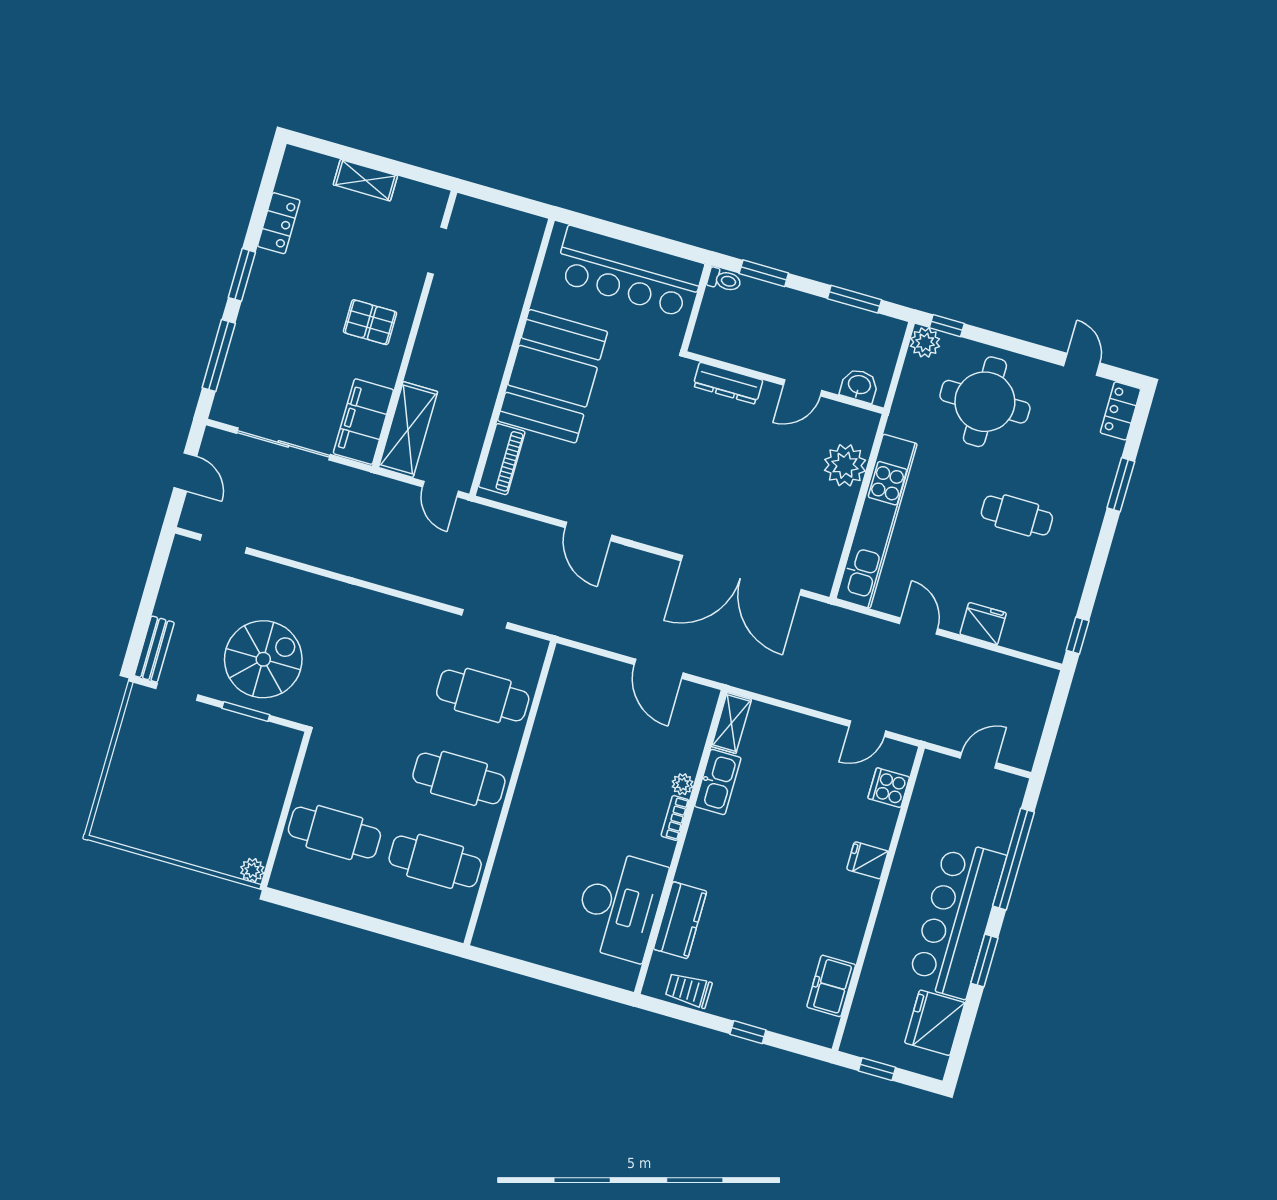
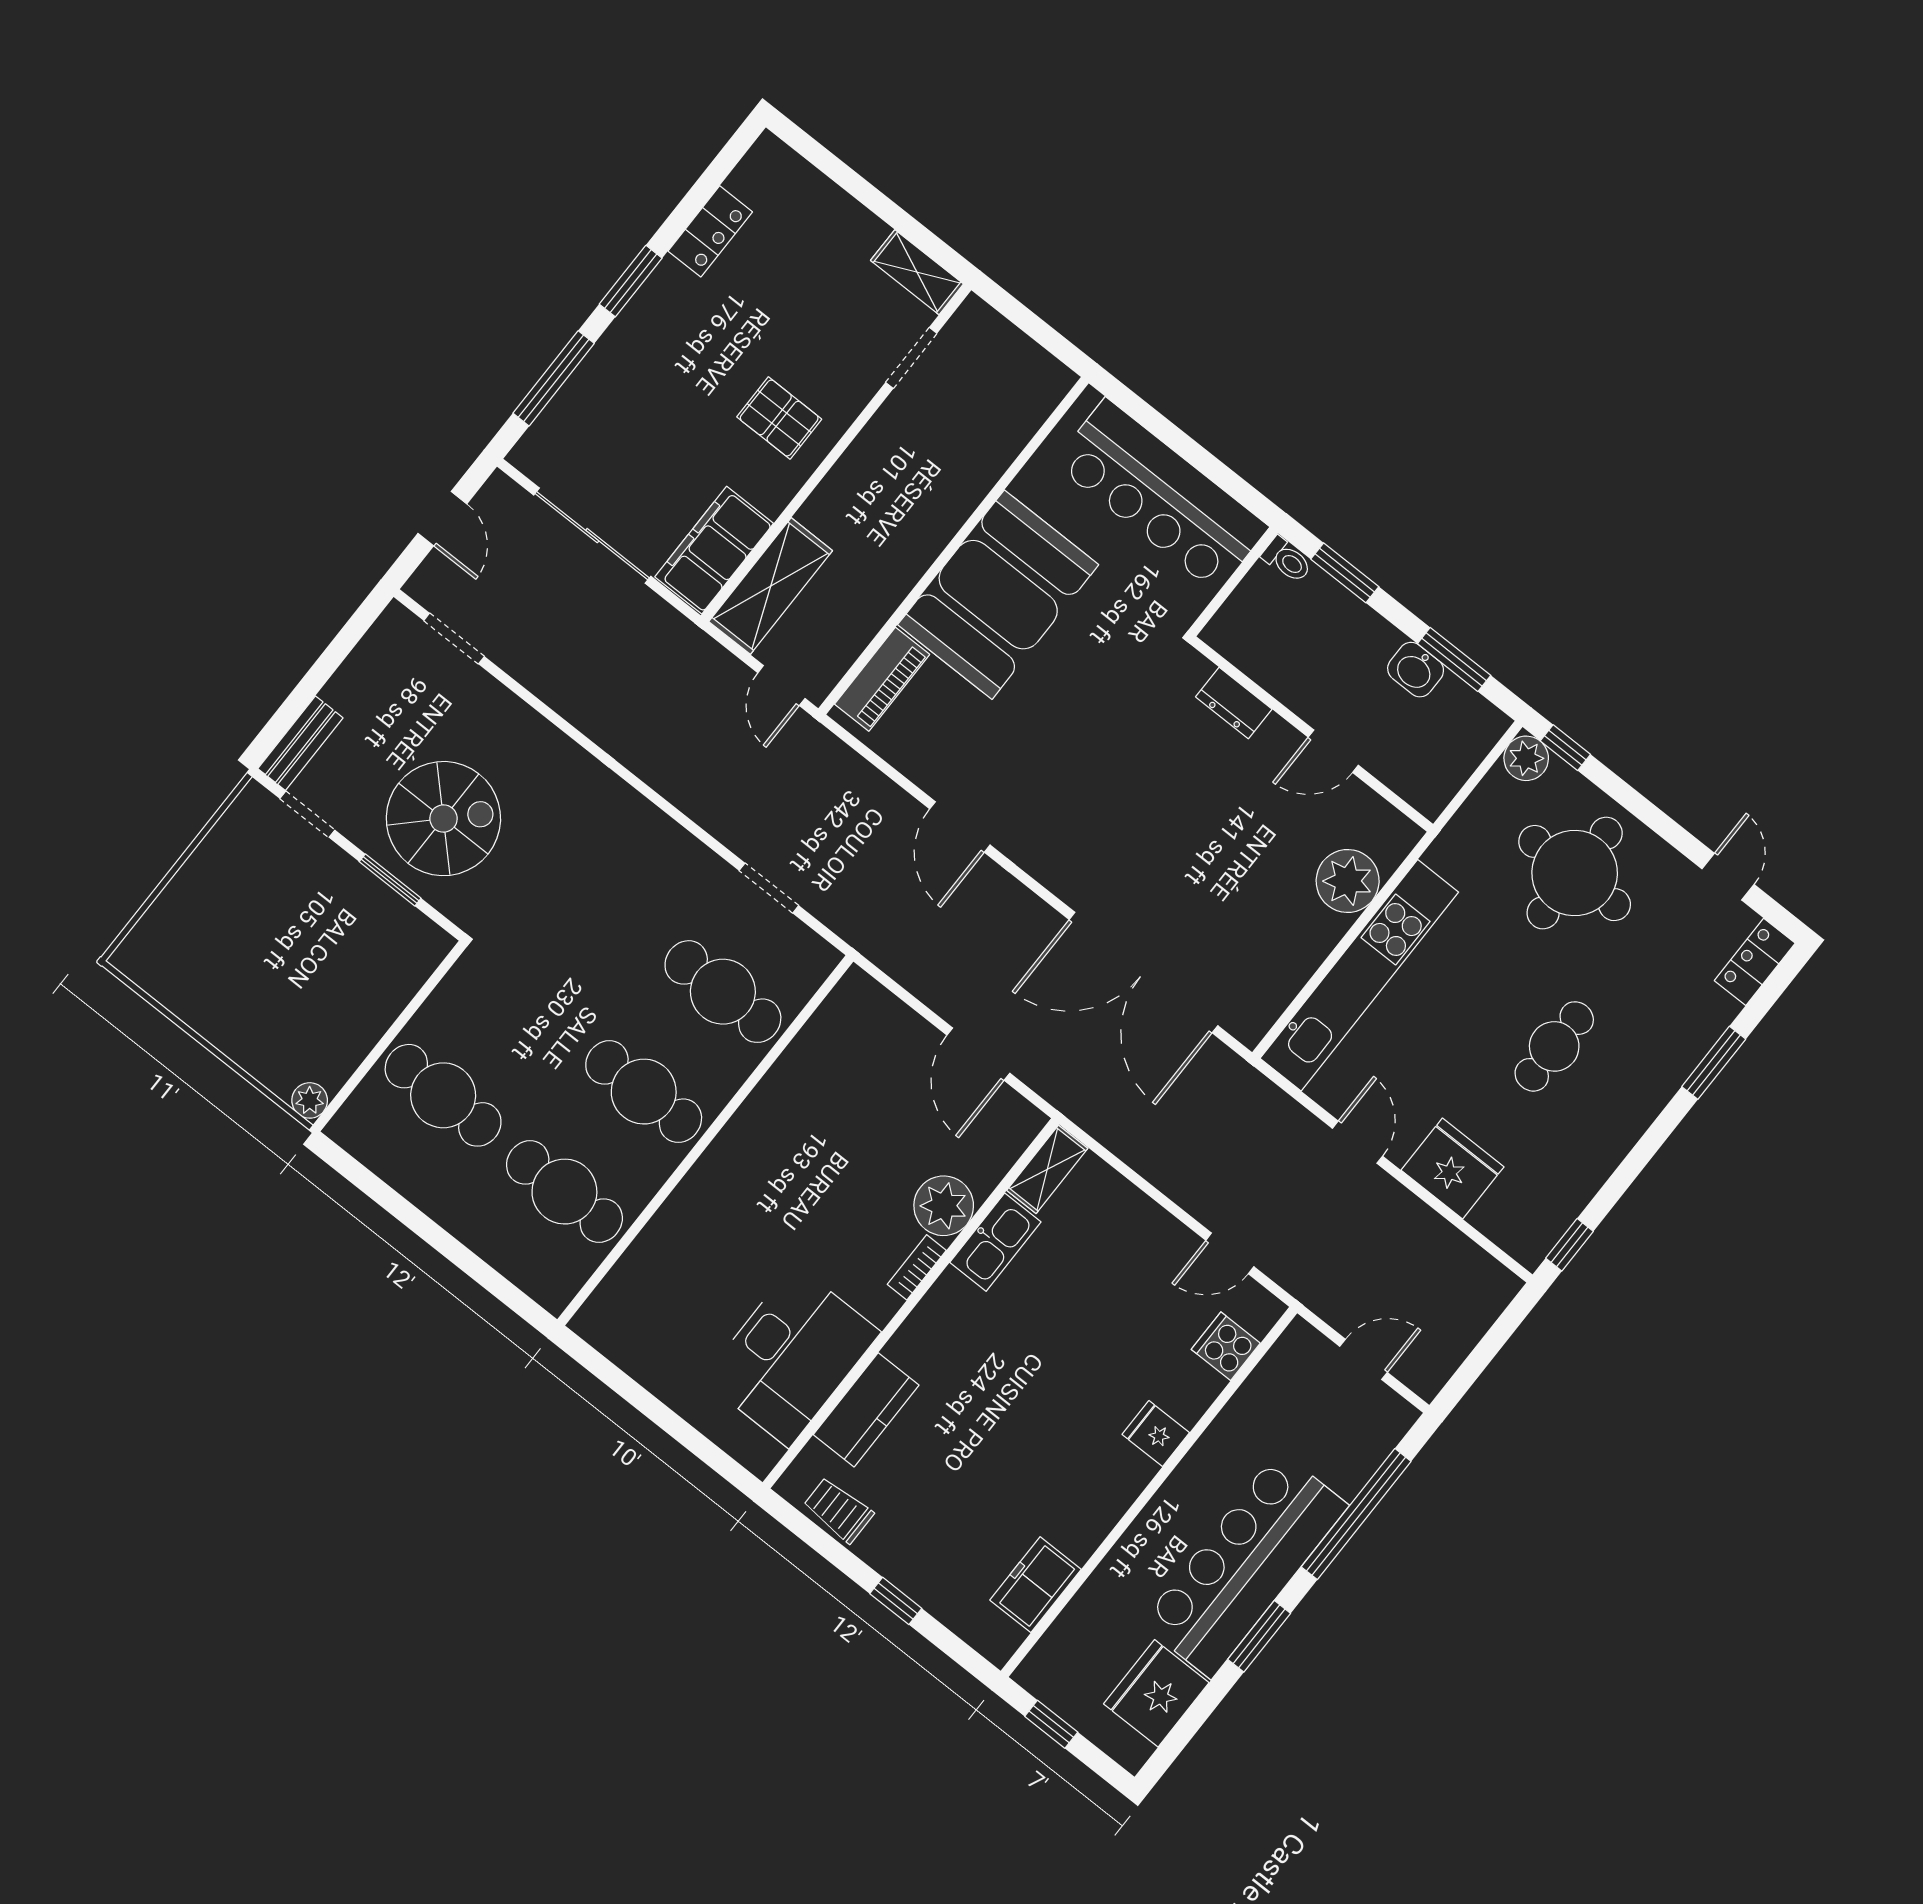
shelving: (365, 180) -> (917, 272), moved
dresser: (728, 383) -> (1234, 703), width x0.70
washbasin: (859, 385) -> (1416, 670), moved, turned 180
cafe table: (1017, 515) -> (1554, 1046), turned 90
fridge: (983, 624) -> (1452, 1169), width x1.36, depth x1.34
plant: (682, 784) -> (944, 1206), width x1.87, depth x1.87

